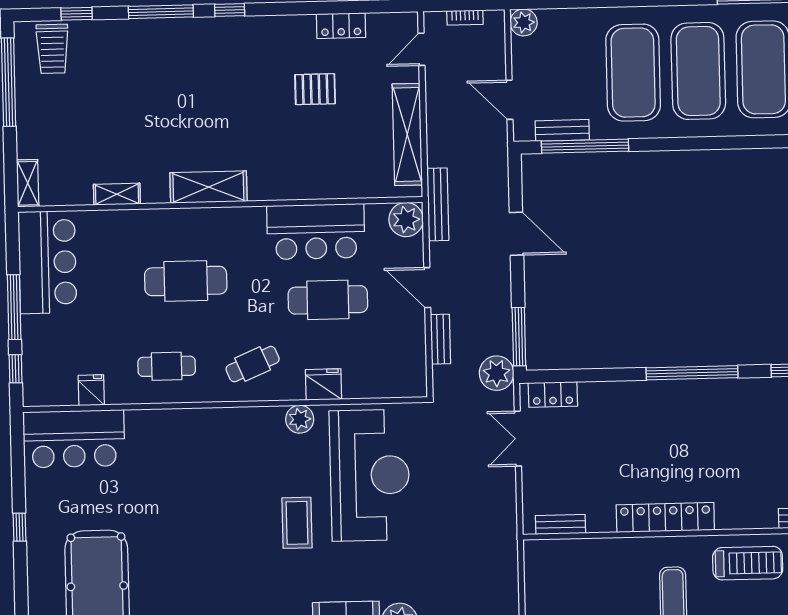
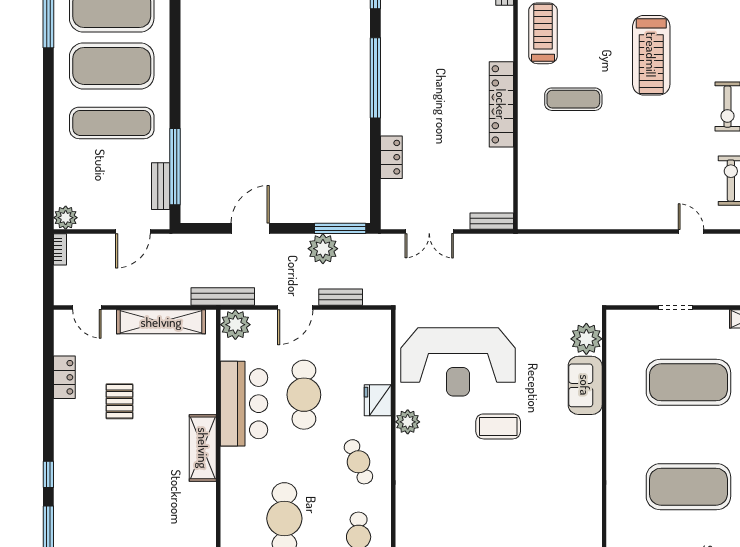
bookcase: (465, 18) -> (60, 249), moved
exercise mat: (633, 73) -> (112, 123), width x0.68
shelving: (208, 187) -> (203, 448), moved
plant: (497, 373) -> (323, 249), moved
locker: (553, 394) -> (391, 157), moved
reception desk: (370, 475) -> (458, 362), turned 180
bench: (560, 524) -> (492, 221), moved, turned 90

